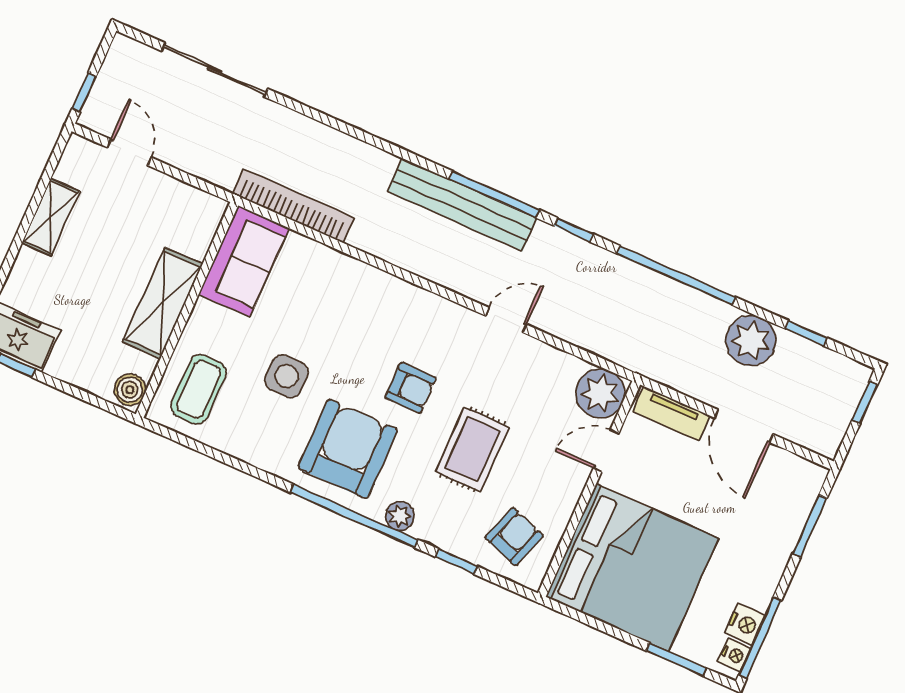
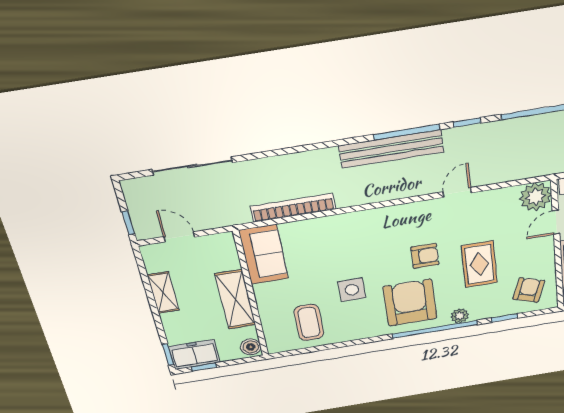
sofa: (244, 261) -> (264, 255), moved
shelving: (163, 303) -> (235, 300), moved
wall: (187, 310) -> (251, 295), moved
boiler: (130, 390) -> (251, 347), moved

